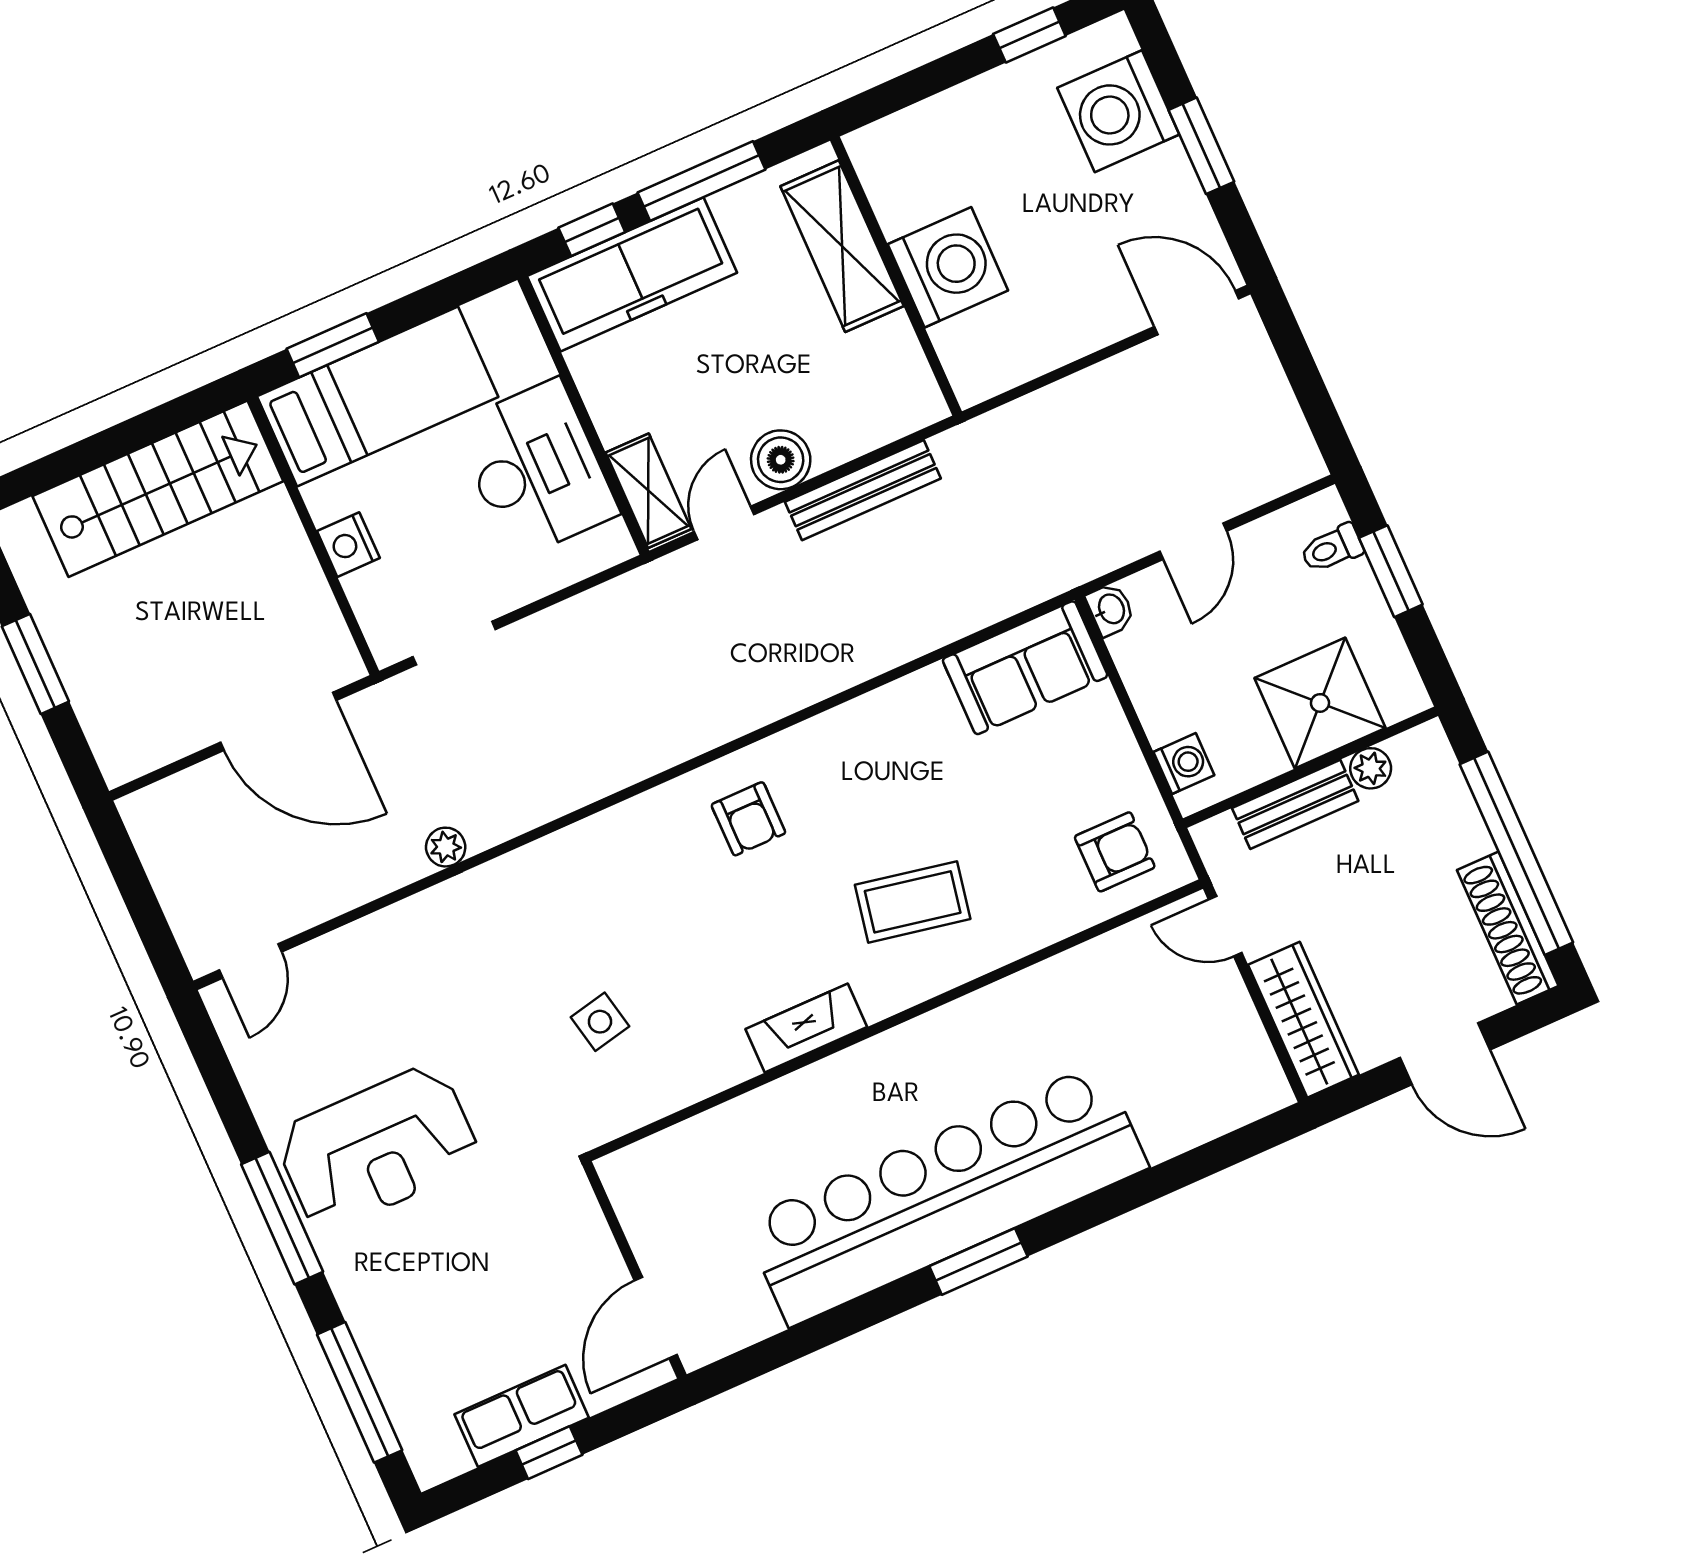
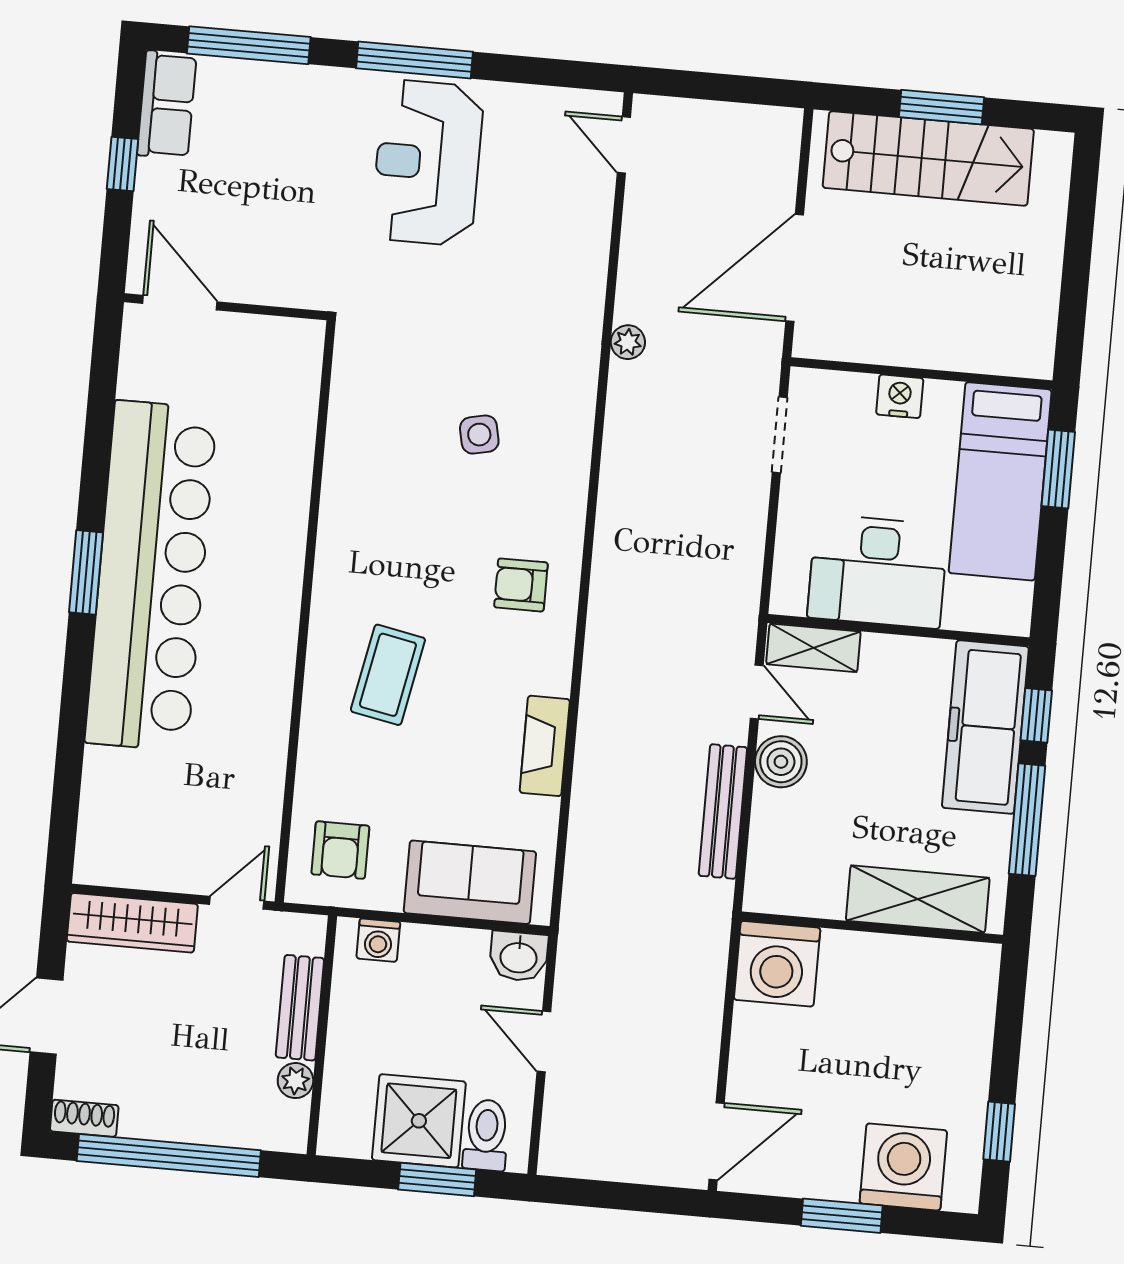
washing machine: (948, 267) -> (777, 964), moved
stairs: (158, 489) -> (928, 158), moved, turned -90
toilet: (1332, 548) -> (486, 1135), width x1.37, depth x1.39
washbasin: (1110, 609) -> (519, 956), width x1.38, depth x1.45
sofa: (1025, 668) -> (470, 882), moved, turned 90
shower: (1320, 703) -> (419, 1121), moved
shoe rack: (1508, 928) -> (84, 1118), width x0.51, depth x0.81
side table: (600, 1022) -> (479, 435), moved
fireplace: (806, 1028) -> (545, 746), moved, turned 180
row of seats: (522, 1416) -> (167, 105), moved

